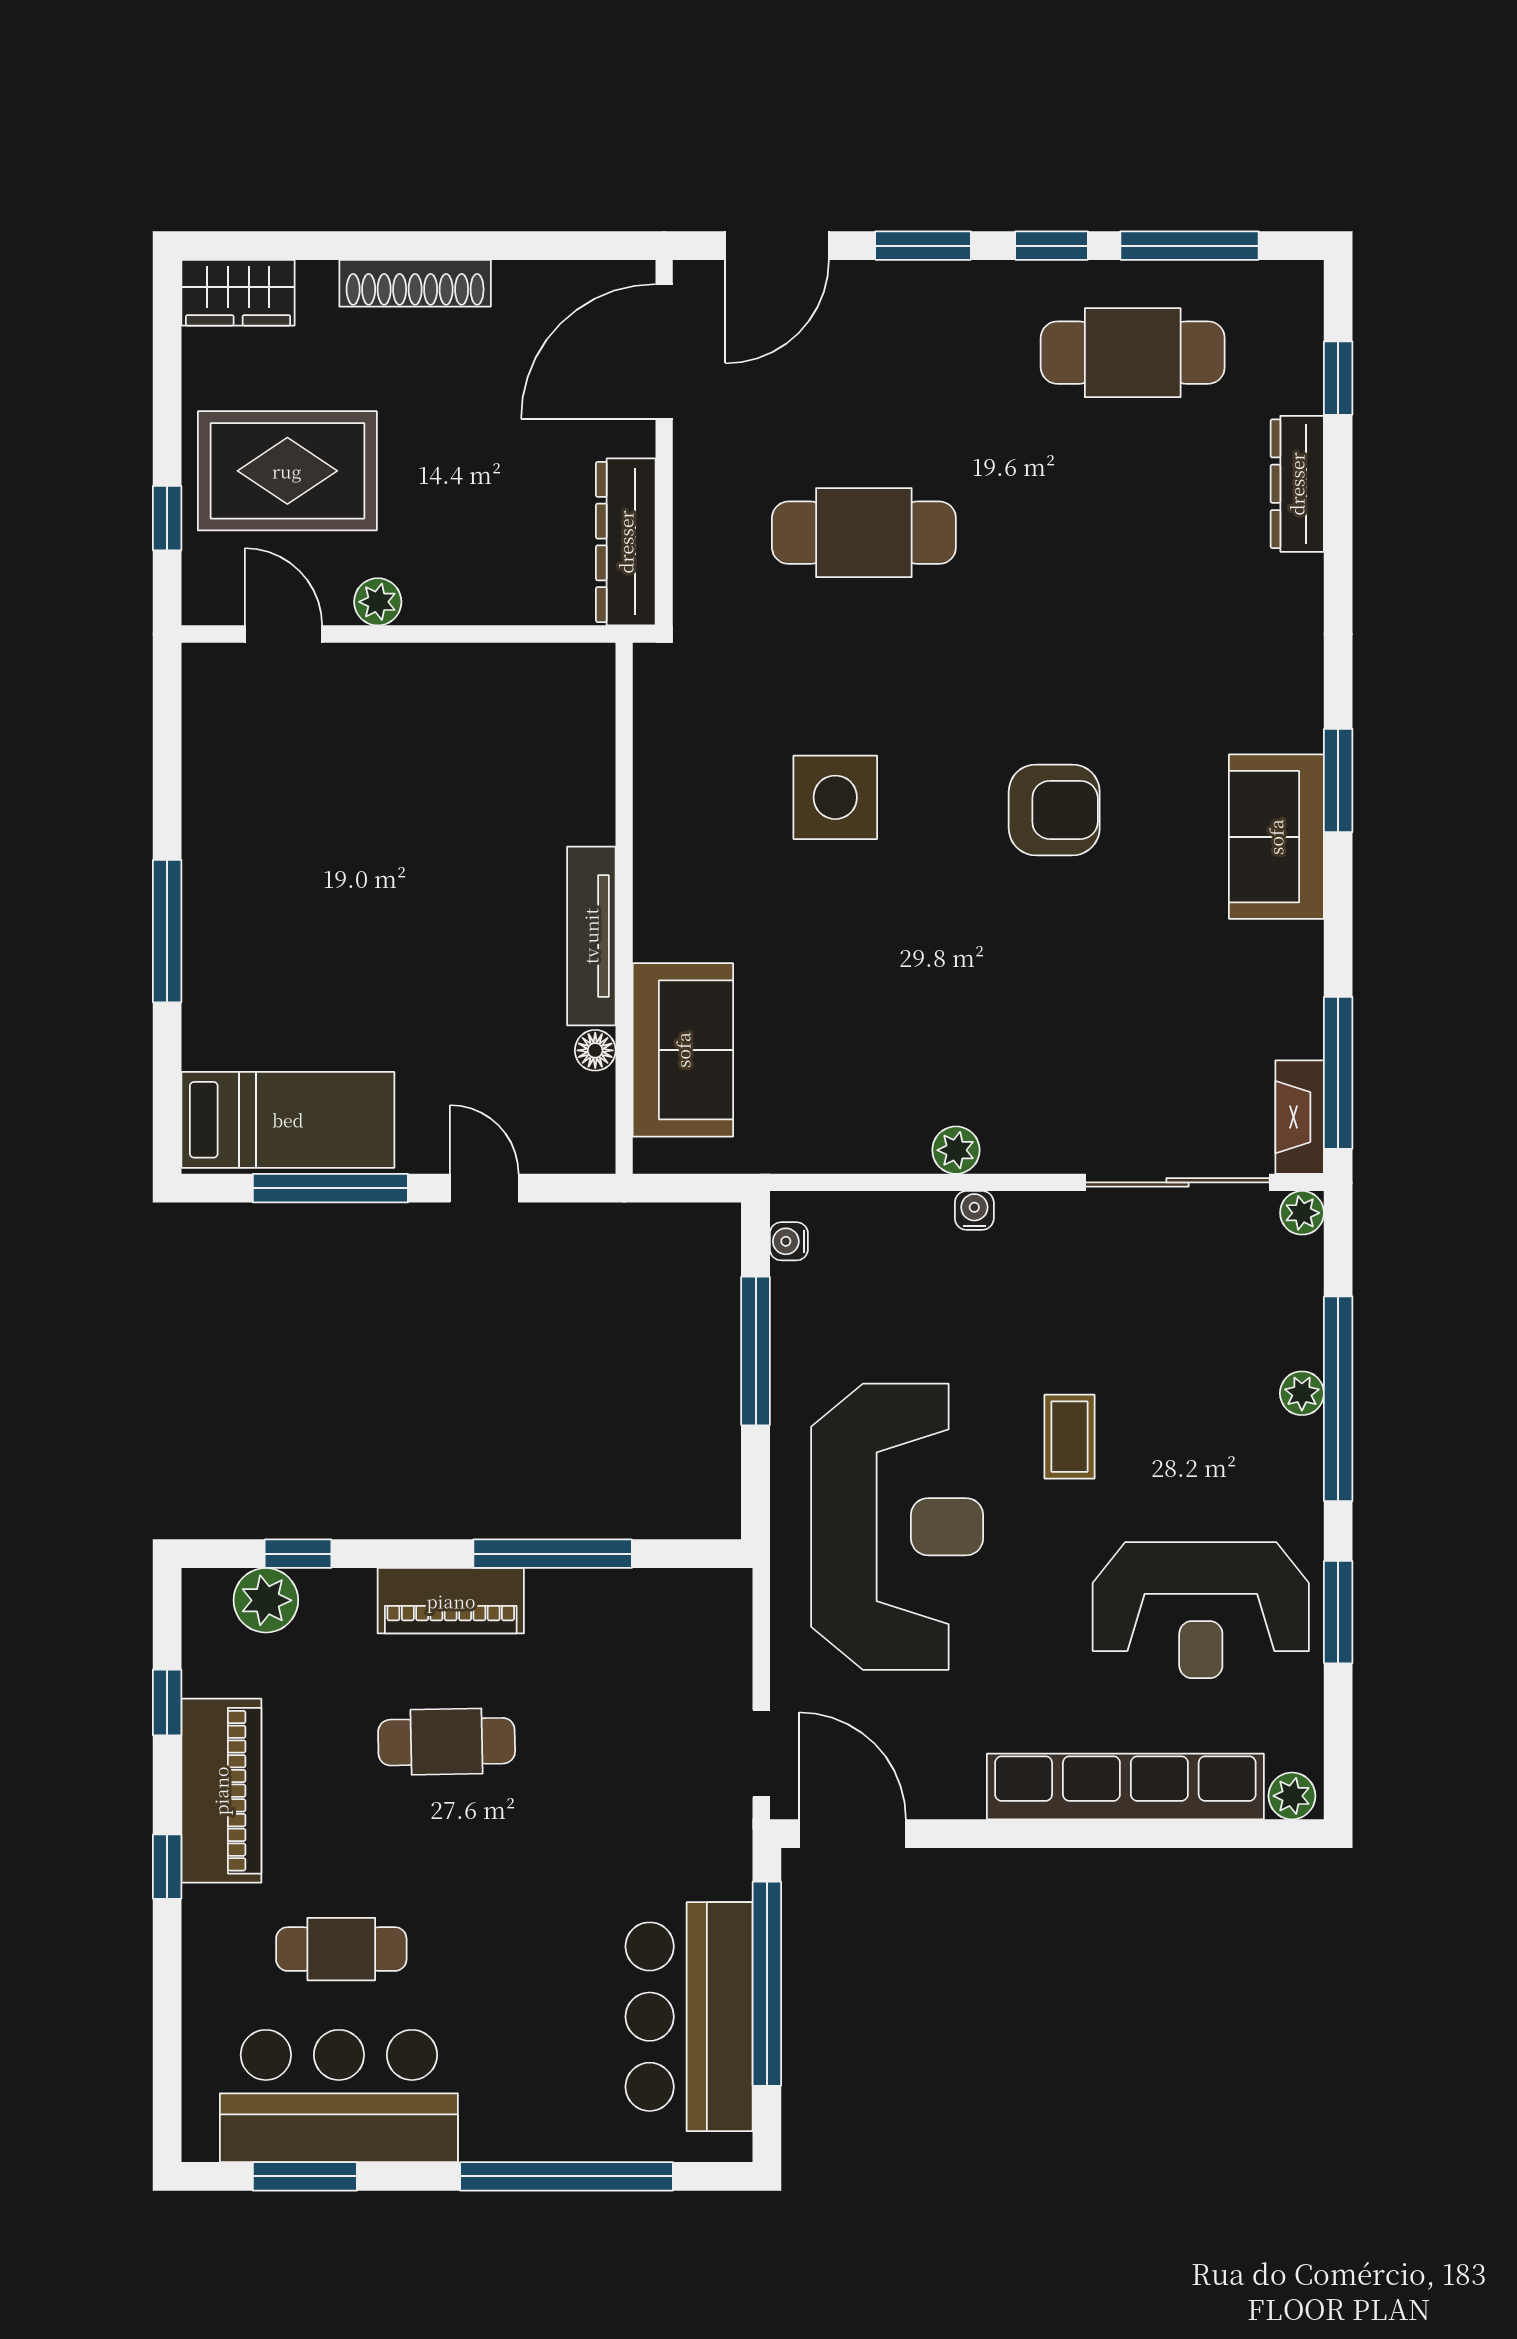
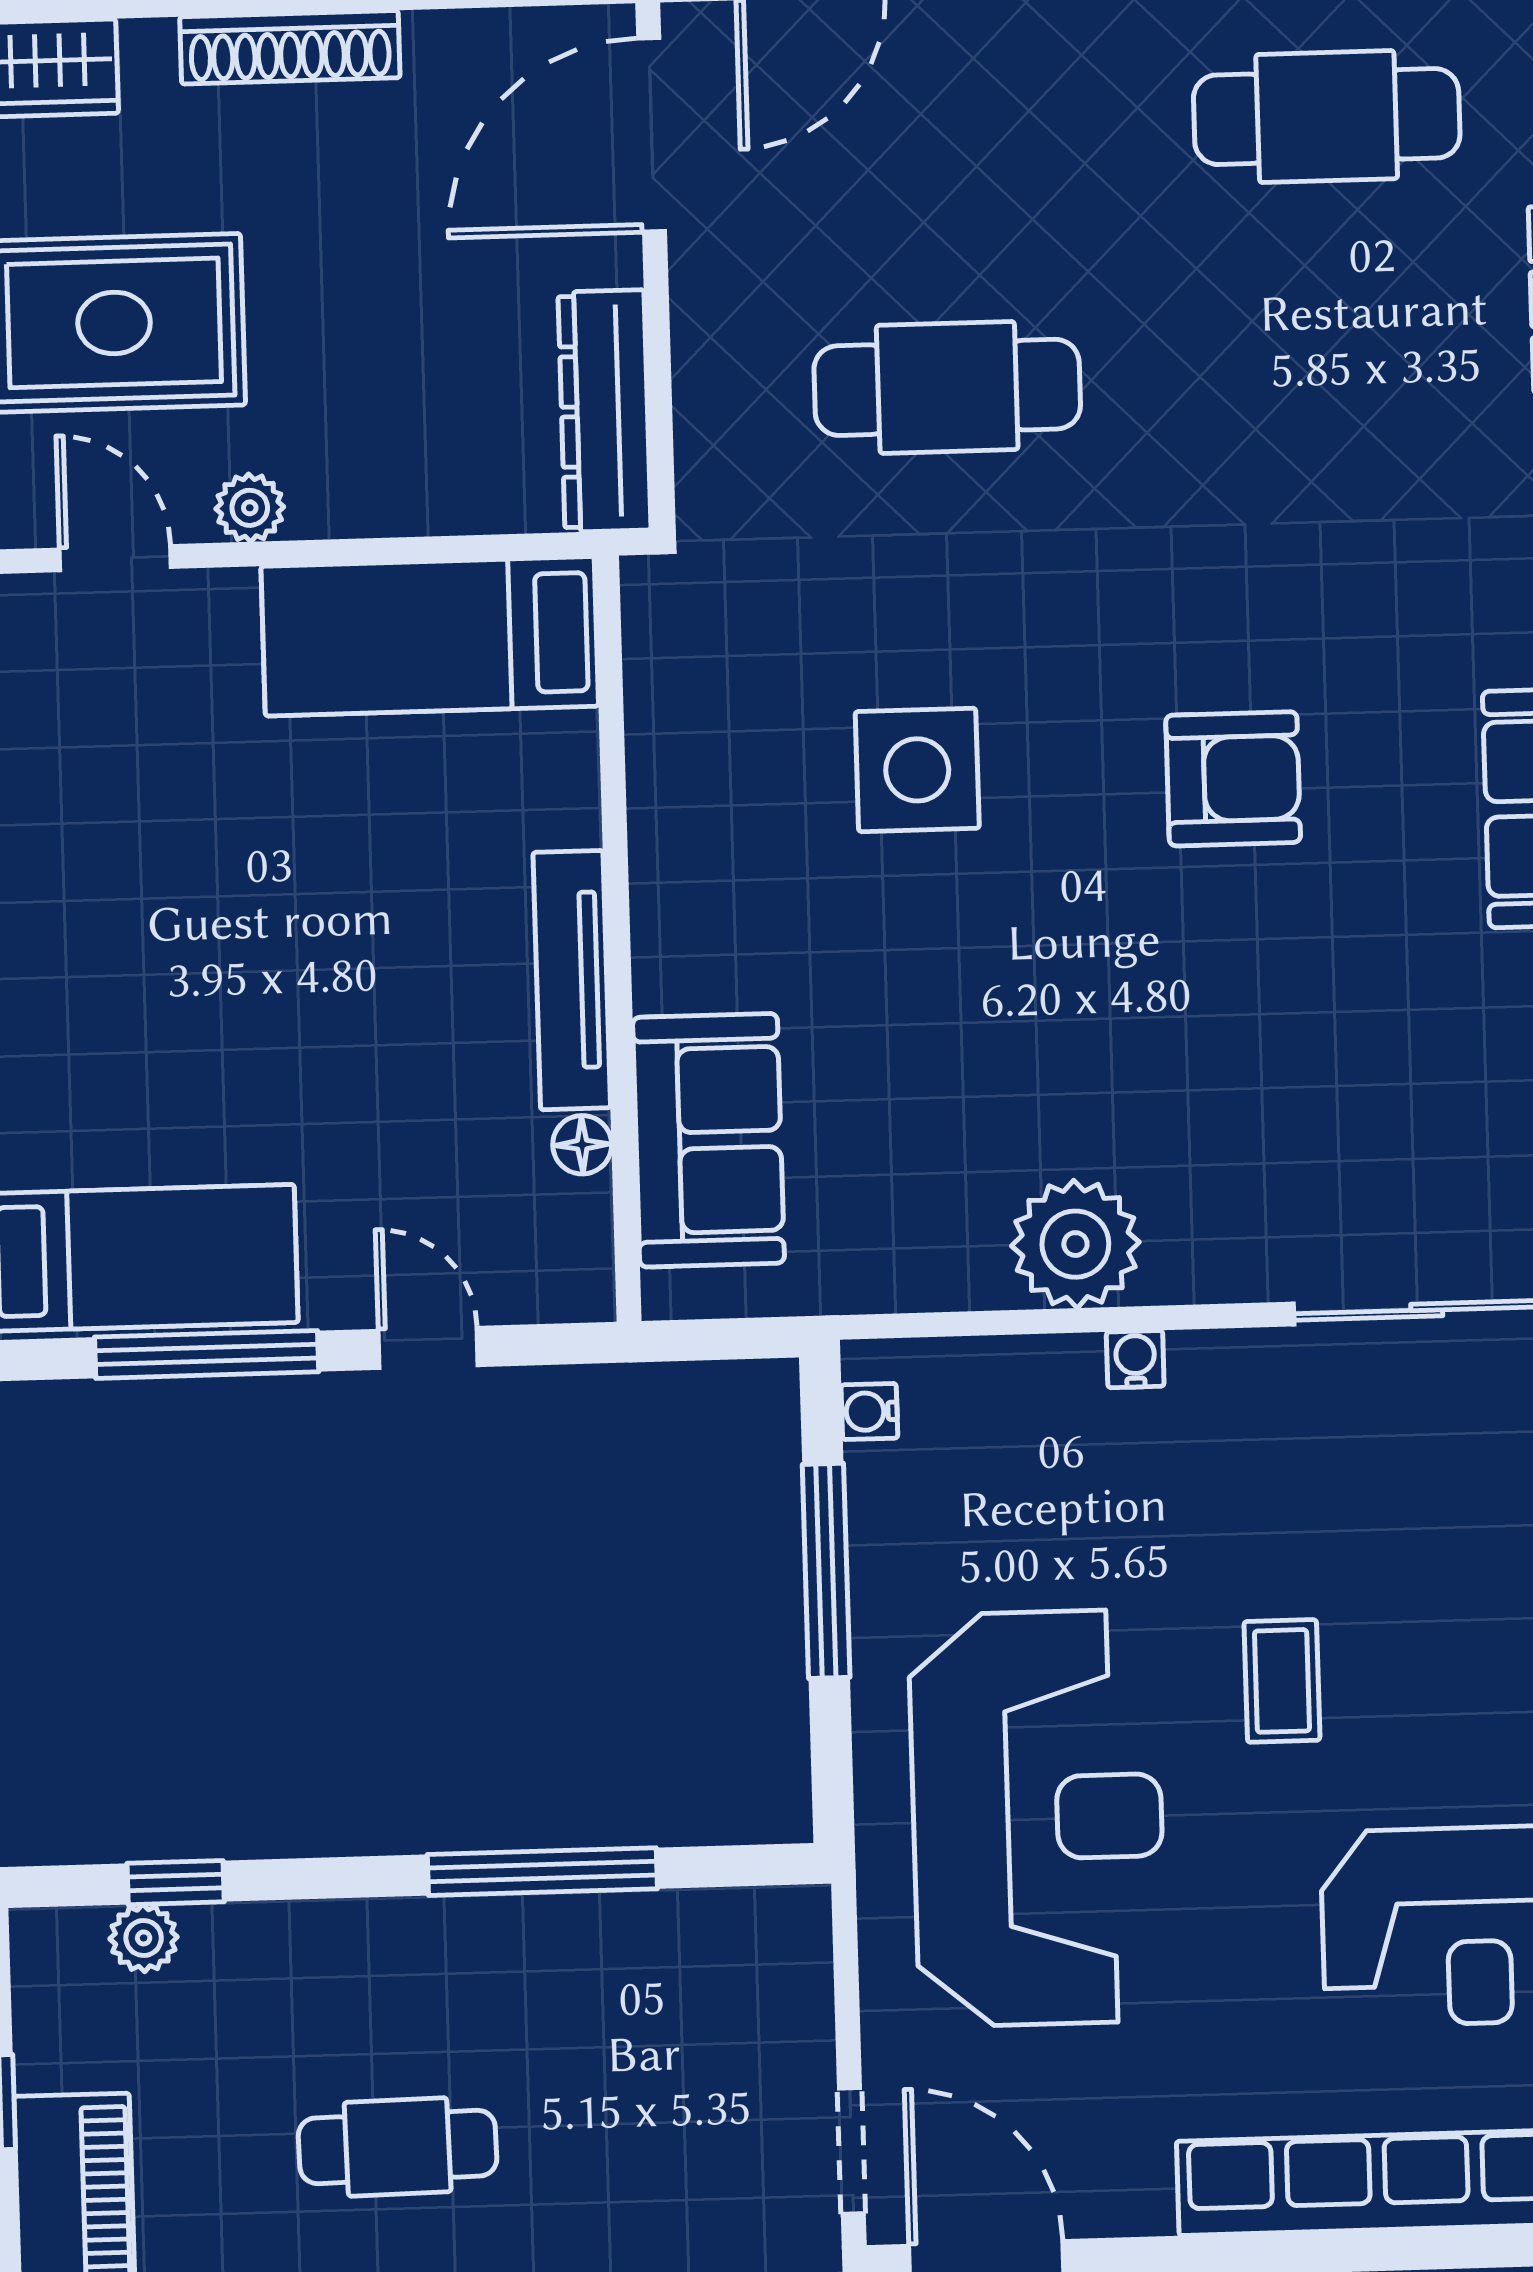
bed: (500, 695) -> (430, 636), added
plant: (956, 1150) -> (1075, 1244), width x1.87, depth x1.87
plant: (266, 1600) -> (144, 1938), width x0.73, depth x0.73
piano: (451, 1601) -> (398, 1944), removed

